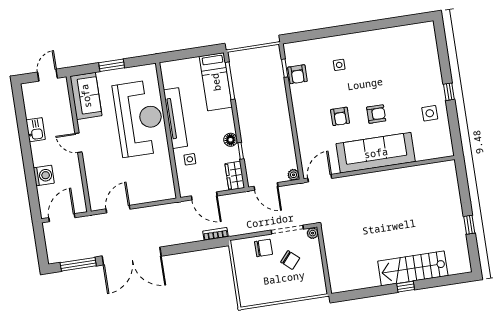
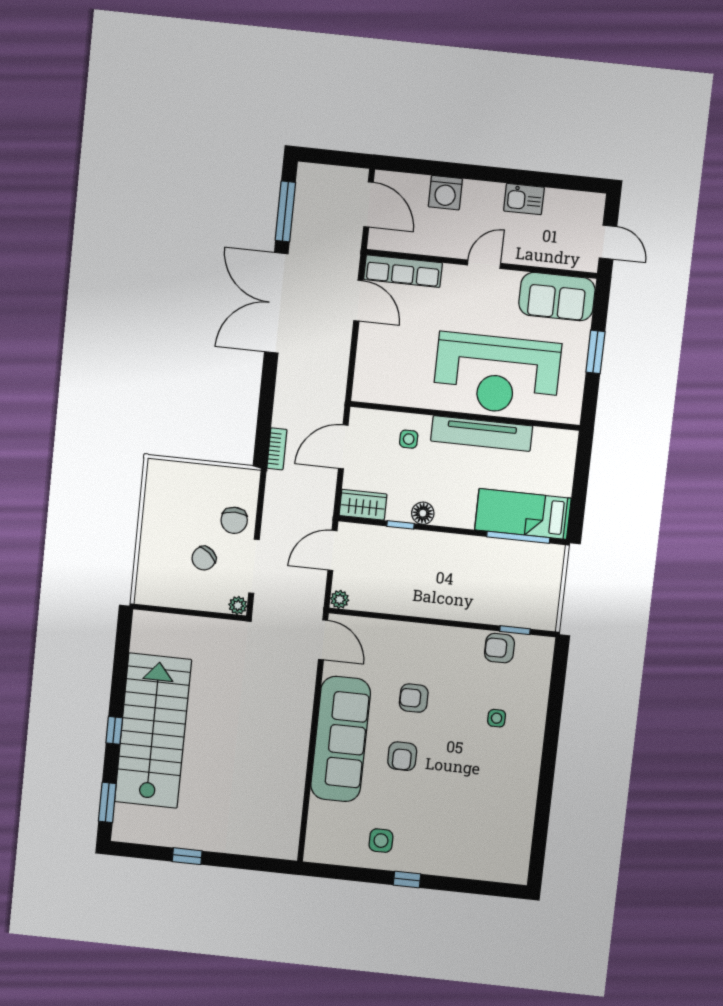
row of seats: (95, 188) -> (403, 271), added
stairs: (413, 268) -> (153, 731), width x1.36, depth x1.51
window: (450, 280) -> (107, 802), added

